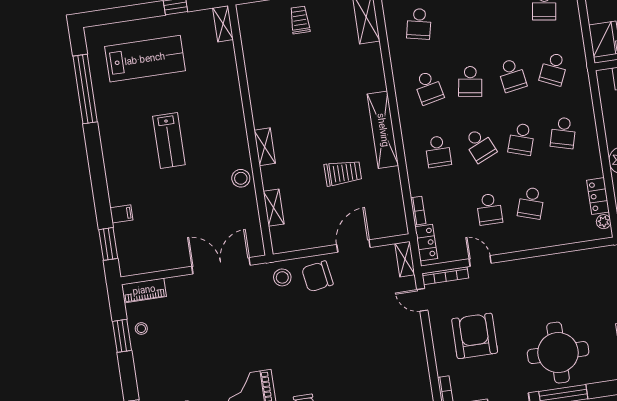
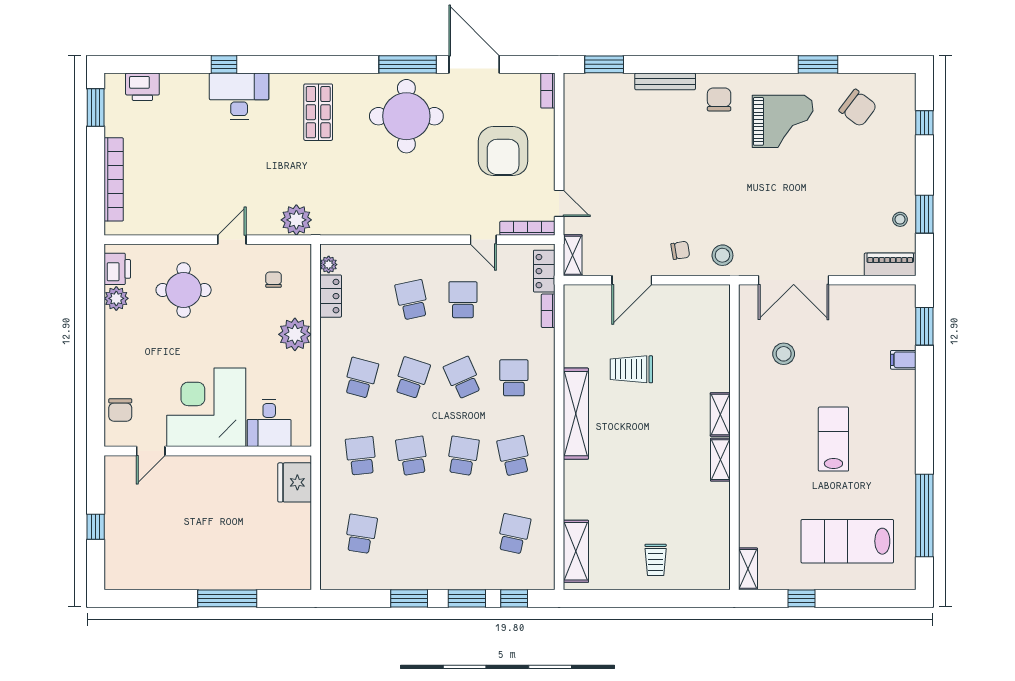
school desk: (554, 69) -> (361, 456), turned -30
stool: (241, 178) -> (784, 354), moved
school desk: (531, 203) -> (412, 300), turned -30
shelving: (274, 208) -> (720, 460), moved
chair: (317, 276) -> (680, 250), width x0.54, depth x0.54

